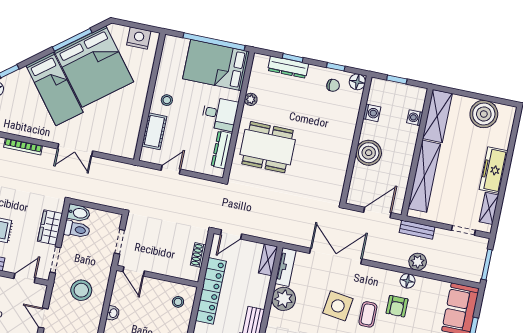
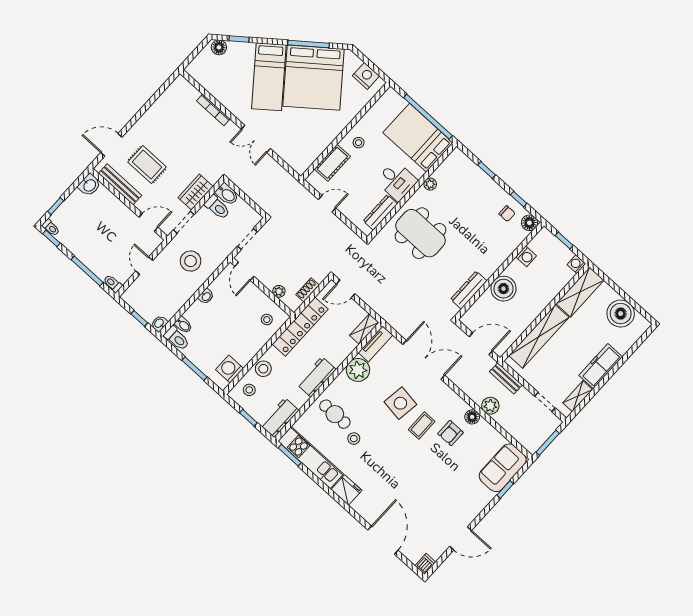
dresser: (288, 67) -> (469, 290), moved, turned 90
washing machine: (415, 118) -> (576, 264), moved
plant: (174, 271) -> (279, 291), added

